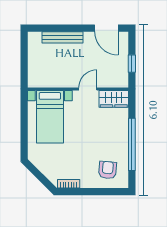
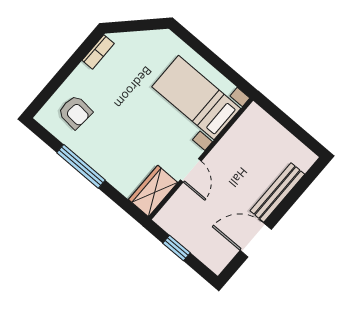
door: (106, 28) -> (256, 240), moved
window: (132, 144) -> (81, 166), width x0.68

